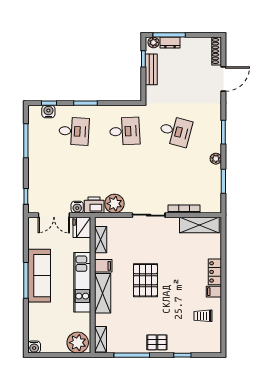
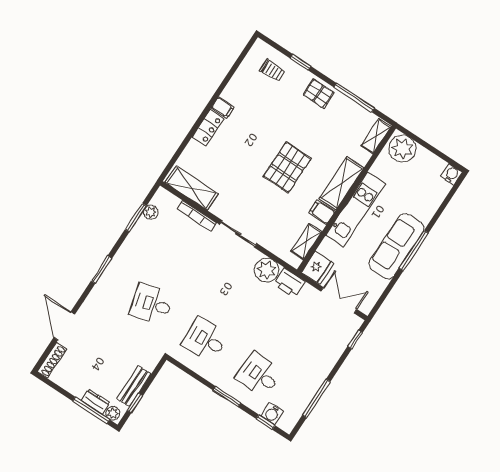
door: (223, 79) -> (64, 326), hinge flipped
desk: (175, 131) -> (152, 304), turned -30
plant: (216, 159) -> (151, 212), moved
water cooler: (77, 207) -> (308, 292), removed
trolley: (203, 316) -> (273, 71), moved

